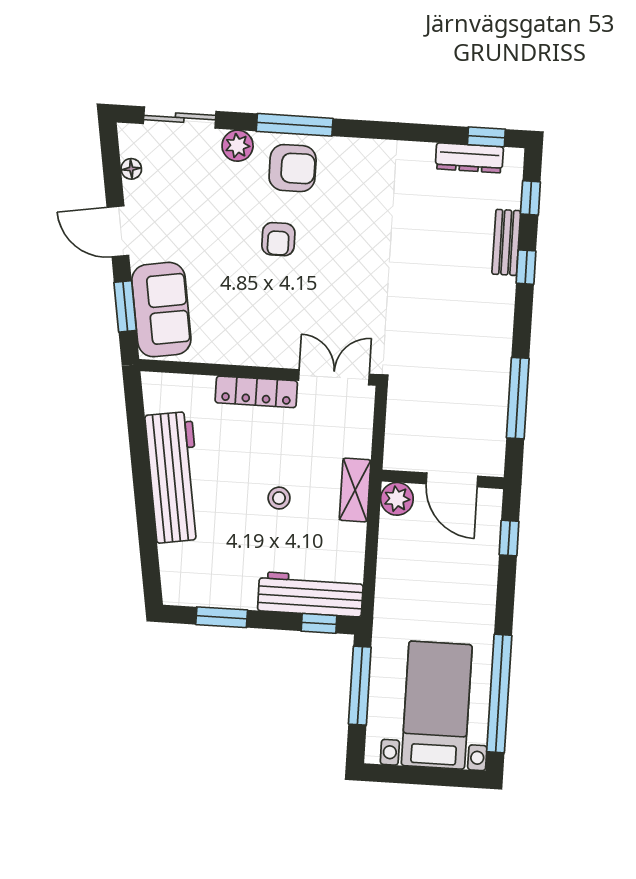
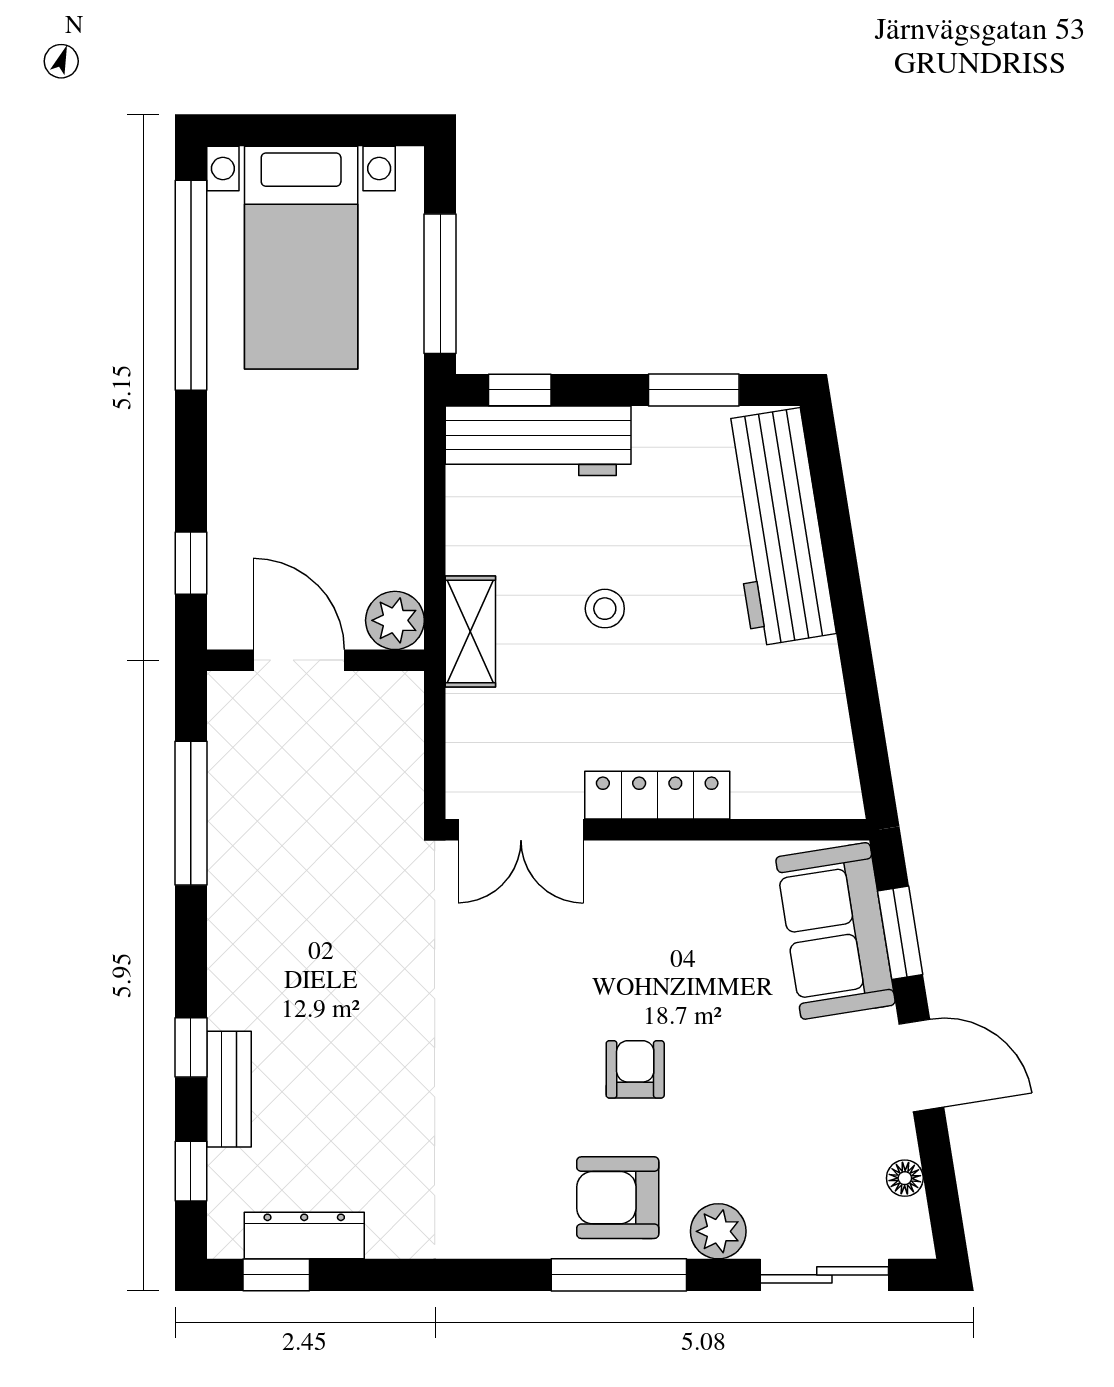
workbench: (174, 477) -> (777, 527), moved

